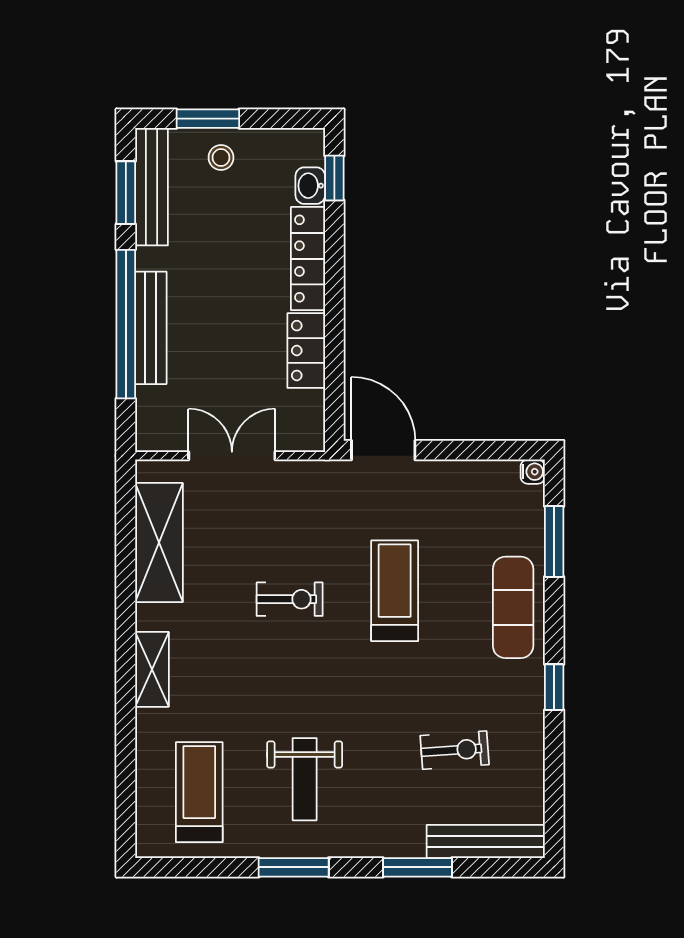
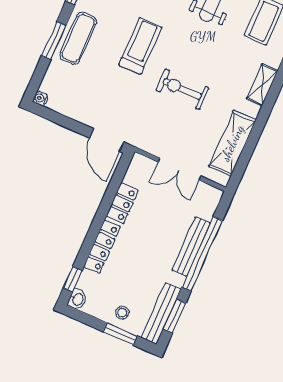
washbasin: (310, 186) -> (77, 299), moved
window: (554, 542) -> (54, 41), moved
treadmill: (395, 591) -> (140, 46), moved, turned 180
exercise bike: (290, 599) -> (182, 89), width x1.38, depth x1.39

